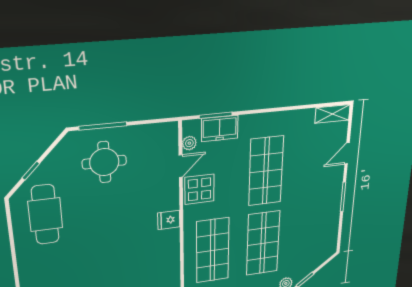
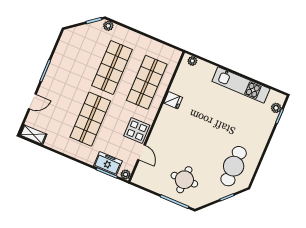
plant: (189, 143) -> (126, 174), moved
door: (181, 166) -> (141, 152), swing flipped
fridge: (169, 220) -> (173, 100), moved

